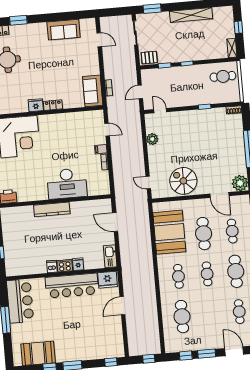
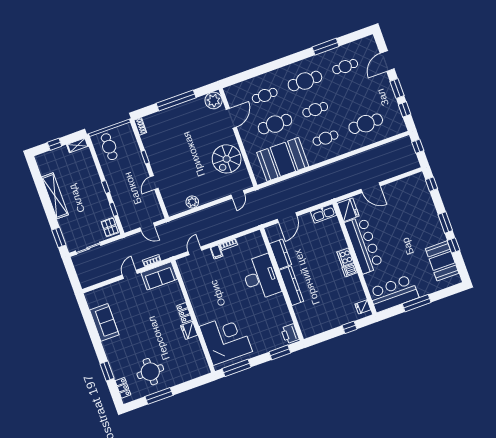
door: (99, 40) -> (130, 274), moved
door: (160, 111) -> (154, 183), moved
kitchen counter: (83, 207) -> (281, 254), added
fridge: (78, 264) -> (363, 307), moved

